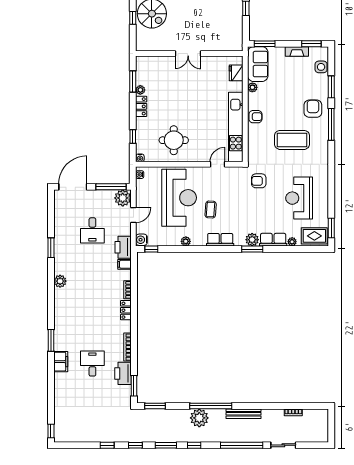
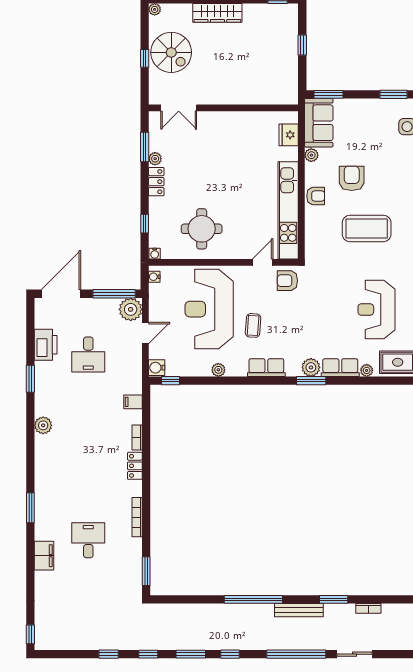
fireplace: (297, 52) -> (373, 105), removed
double door: (188, 54) -> (179, 108), moved
armchair: (313, 109) -> (352, 178), moved
armchair: (259, 181) -> (287, 281), moved
reception desk: (179, 198) -> (209, 309), turned 180
printer: (123, 247) -> (46, 345), moved, turned 180
filing cabinet: (61, 362) -> (44, 556), moved
printer: (123, 373) -> (131, 554), removed
window: (155, 406) -> (334, 599), moved
plant: (199, 418) -> (237, 616), removed

